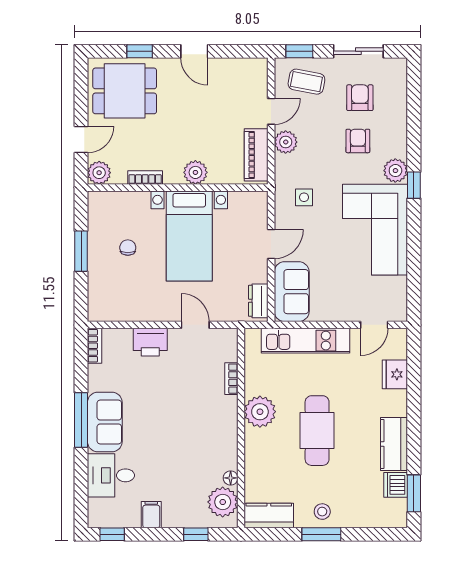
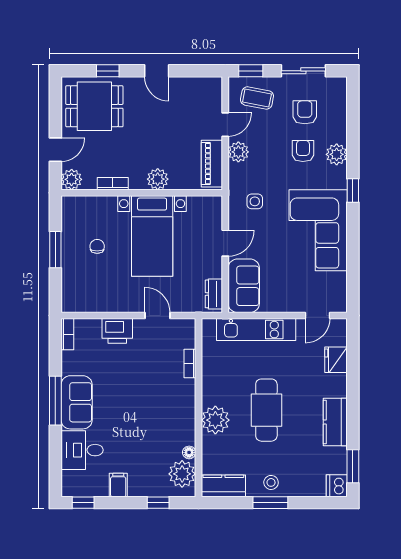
plant: (395, 171) -> (337, 154), moved
plant: (260, 412) -> (215, 420), moved
dishwasher: (396, 485) -> (337, 486), moved

